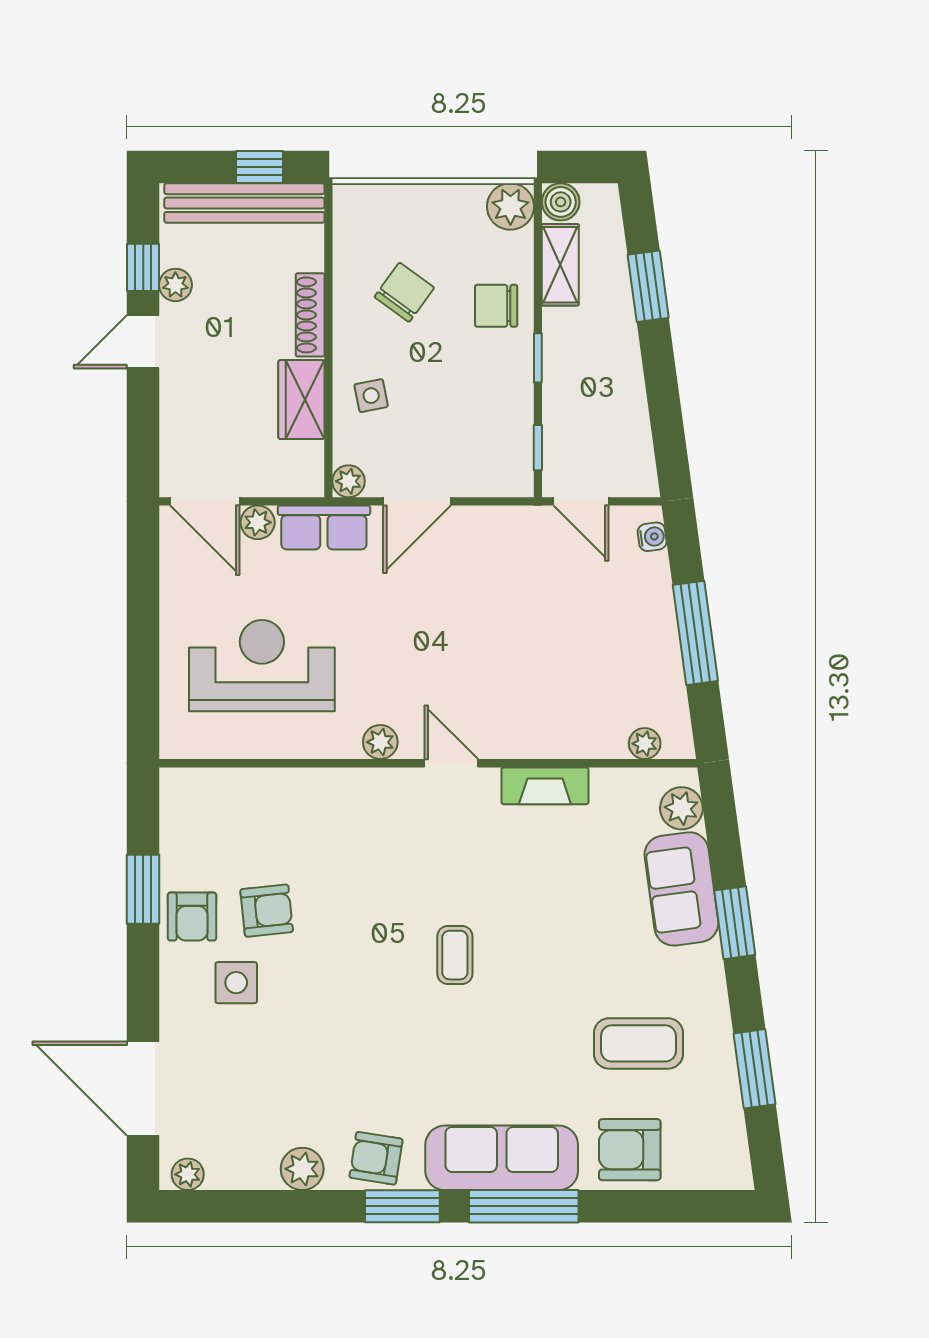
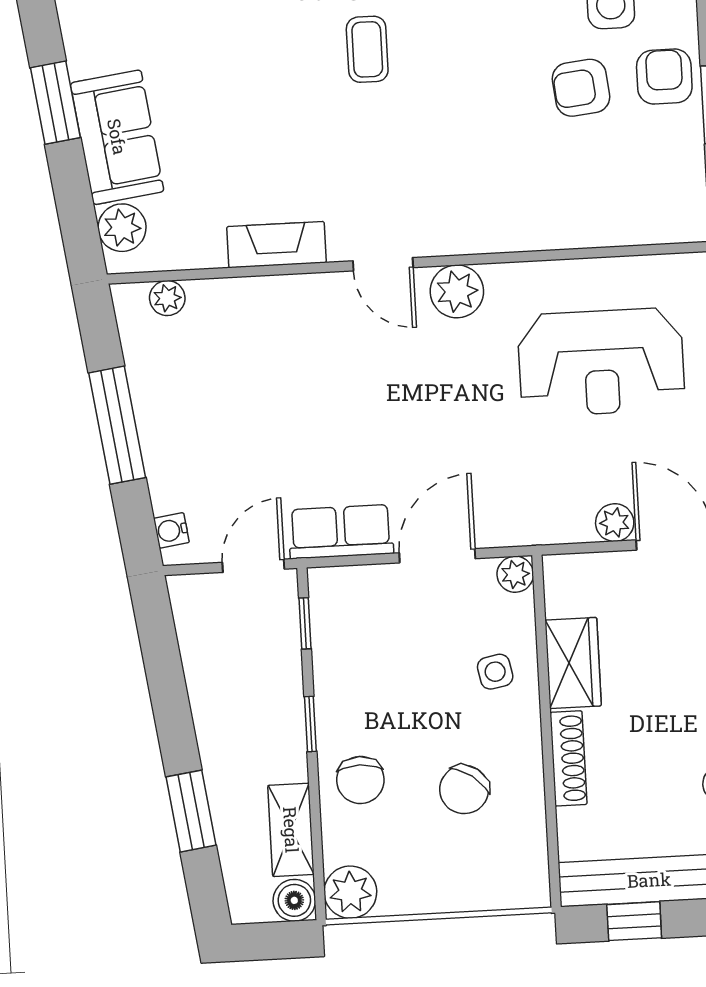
chair: (496, 306) -> (360, 780), turned 90
door: (581, 501) -> (253, 566), hinge flipped
row of seats: (324, 527) -> (341, 532), moved
plant: (380, 742) -> (457, 291), width x1.38, depth x1.38

